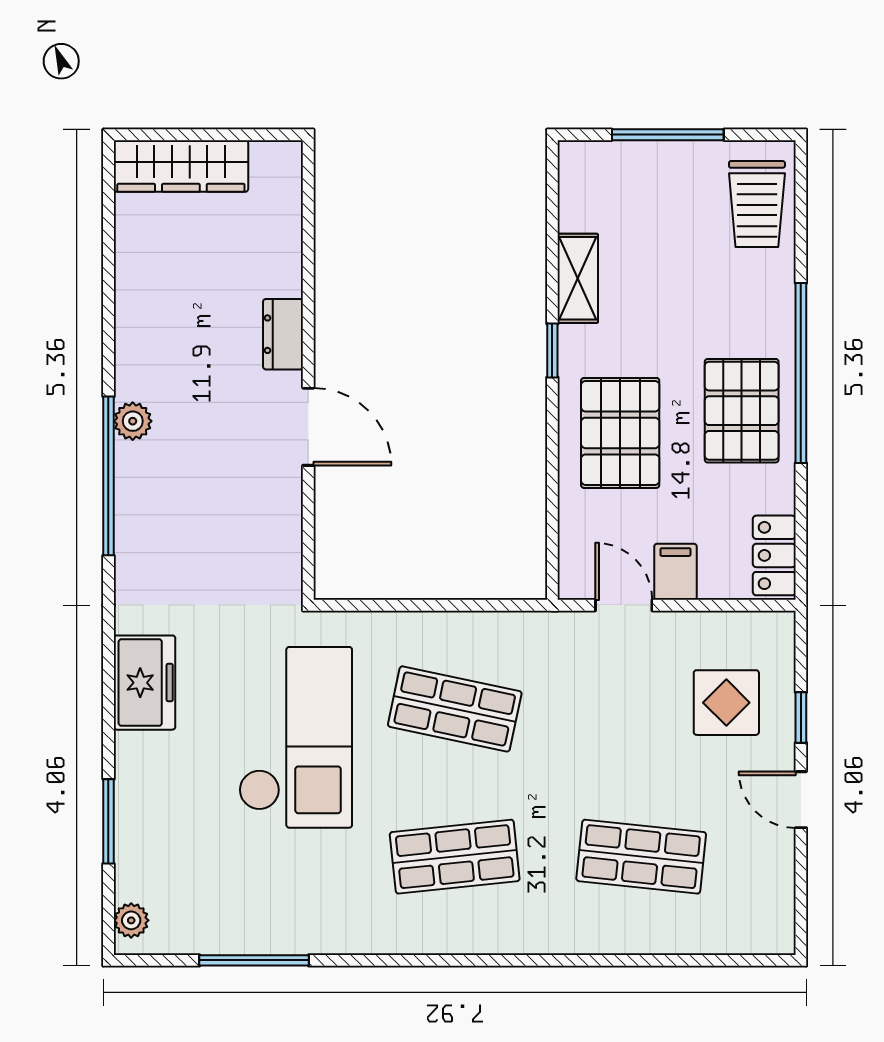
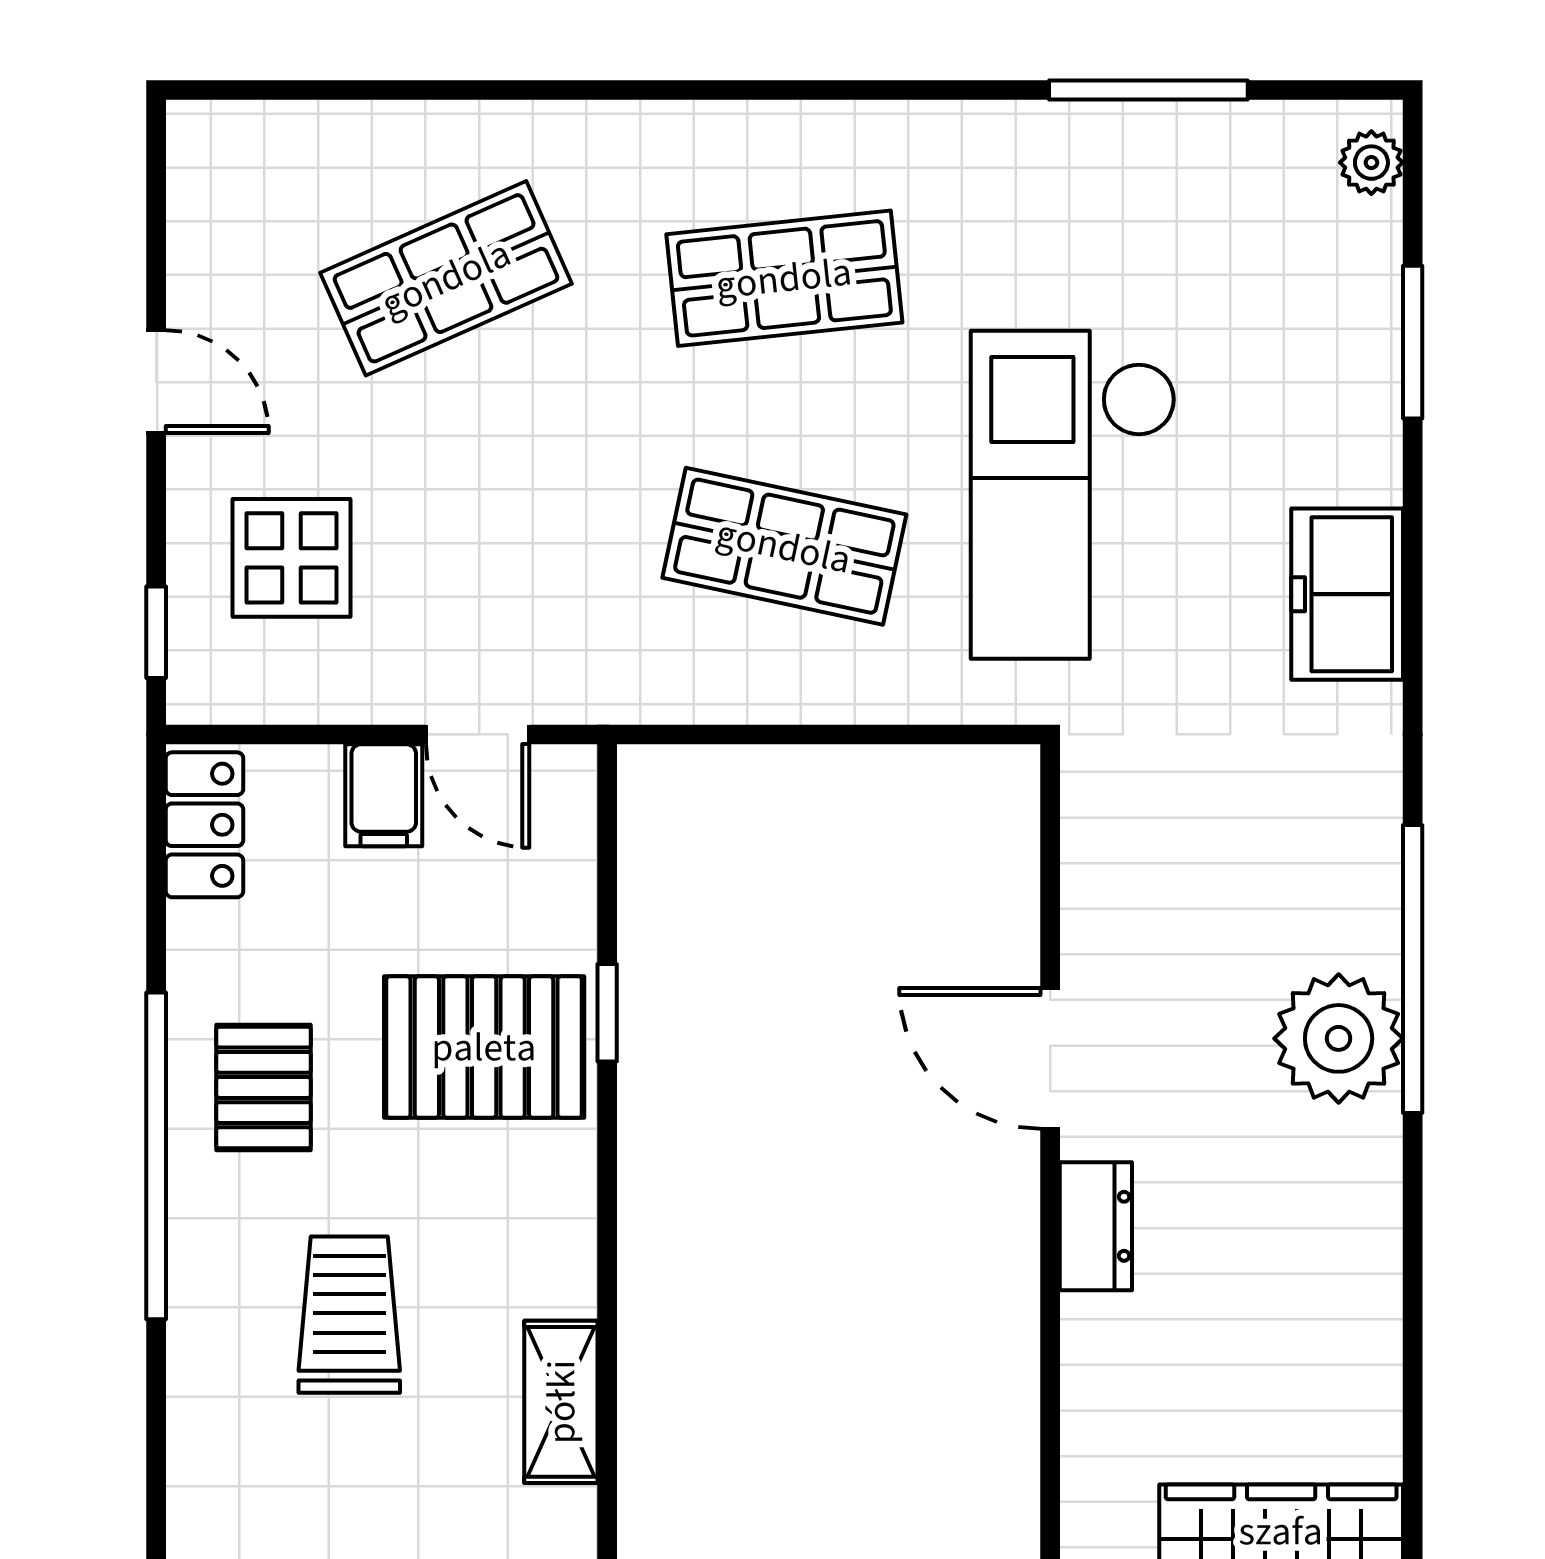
trolley: (757, 204) -> (349, 1315), moved
shelving: (578, 278) -> (561, 1402), moved
window: (552, 351) -> (607, 1013), moved
pallet: (742, 411) -> (264, 1087), width x0.67, depth x0.71
plant: (133, 421) -> (1339, 1038), width x1.87, depth x1.87
pallet: (620, 433) -> (484, 1047), turned 90
window: (801, 717) -> (156, 632), moved
shop shelf: (641, 857) -> (446, 278), turned -30

